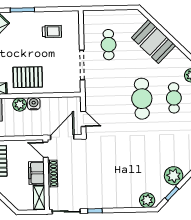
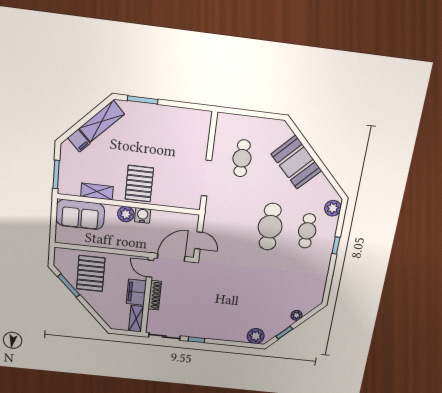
trolley: (52, 31) -> (176, 132), removed
pallet: (28, 77) -> (139, 184), turned 90
plant: (174, 176) -> (296, 315), width x0.53, depth x0.53

